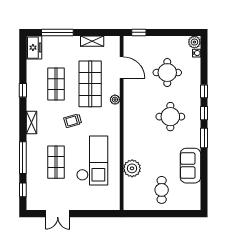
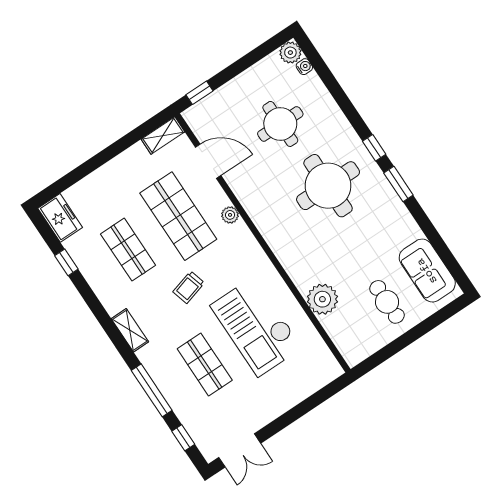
window: (57, 32) -> (80, 173), removed
shelving: (92, 41) -> (163, 136), moved
window: (23, 90) -> (66, 262), moved
window: (204, 91) -> (353, 116), removed
round table: (170, 117) -> (328, 186), width x1.36, depth x1.36
checkout: (92, 160) -> (256, 327), turned 180
sofa: (190, 166) -> (427, 271), moved
double door: (58, 214) -> (240, 450), moved

